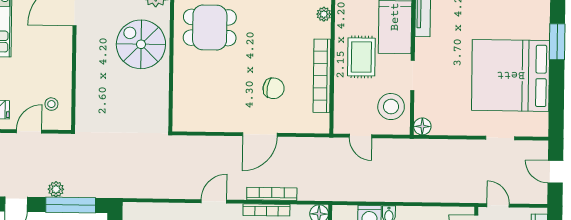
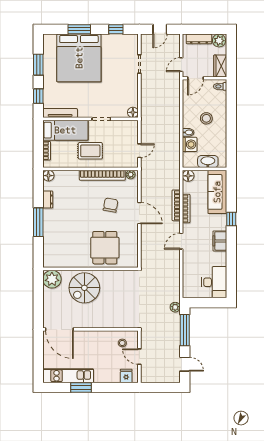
plant: (324, 14) -> (131, 175), moved
dining table: (210, 28) -> (105, 248), moved
bed: (511, 75) -> (79, 58), moved
window: (556, 101) -> (116, 29), added
stool: (391, 107) -> (121, 132), removed
plant: (56, 189) -> (175, 307), moved
door: (214, 201) -> (181, 241), hinge flipped

